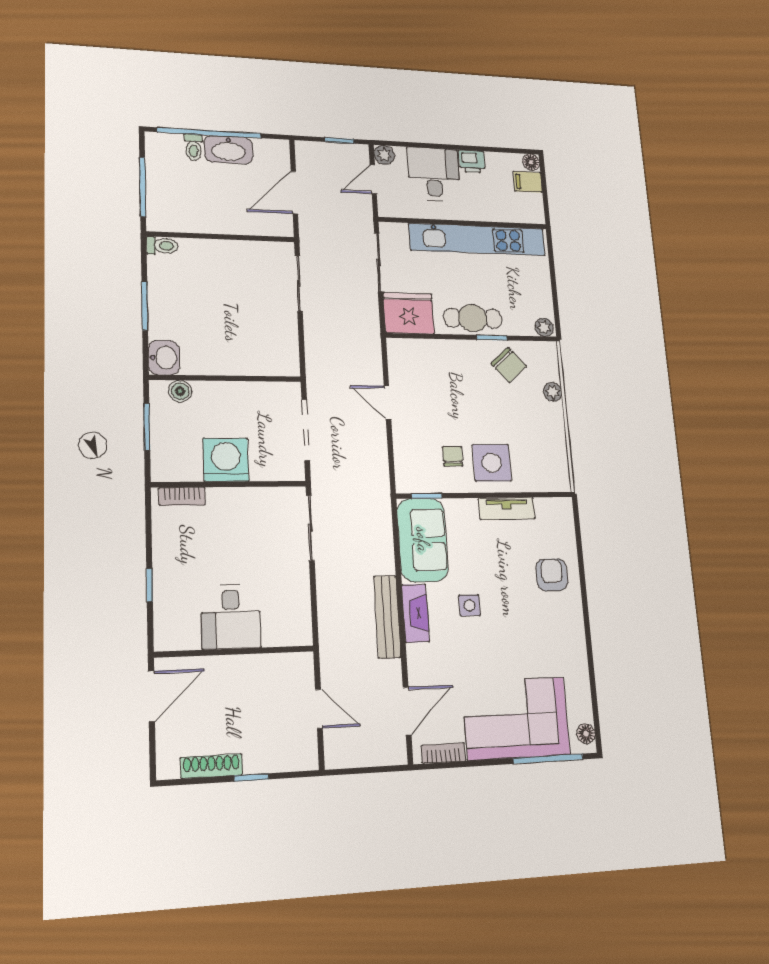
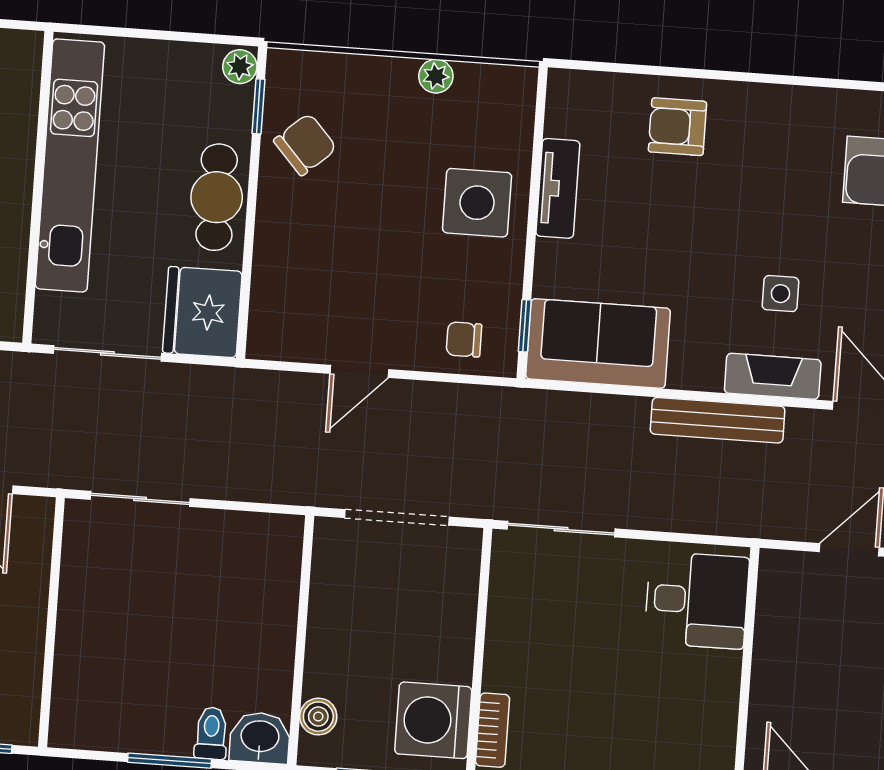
toilet: (162, 246) -> (211, 733), moved
window: (492, 338) -> (259, 106), moved
plant: (553, 392) -> (436, 76), moved
chair: (453, 456) -> (464, 339), moved
washing machine: (226, 460) -> (433, 720), moved
side table: (470, 605) -> (780, 294), moved
fireplace: (416, 613) -> (773, 376), moved
desk: (231, 617) -> (697, 600), moved

